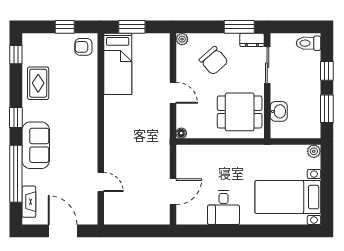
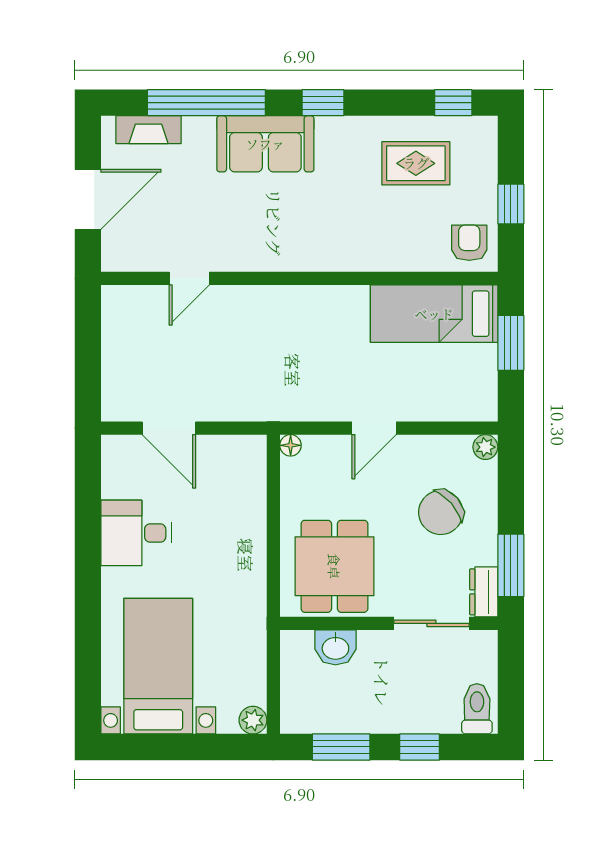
rug: (38, 83) -> (416, 163), moved

